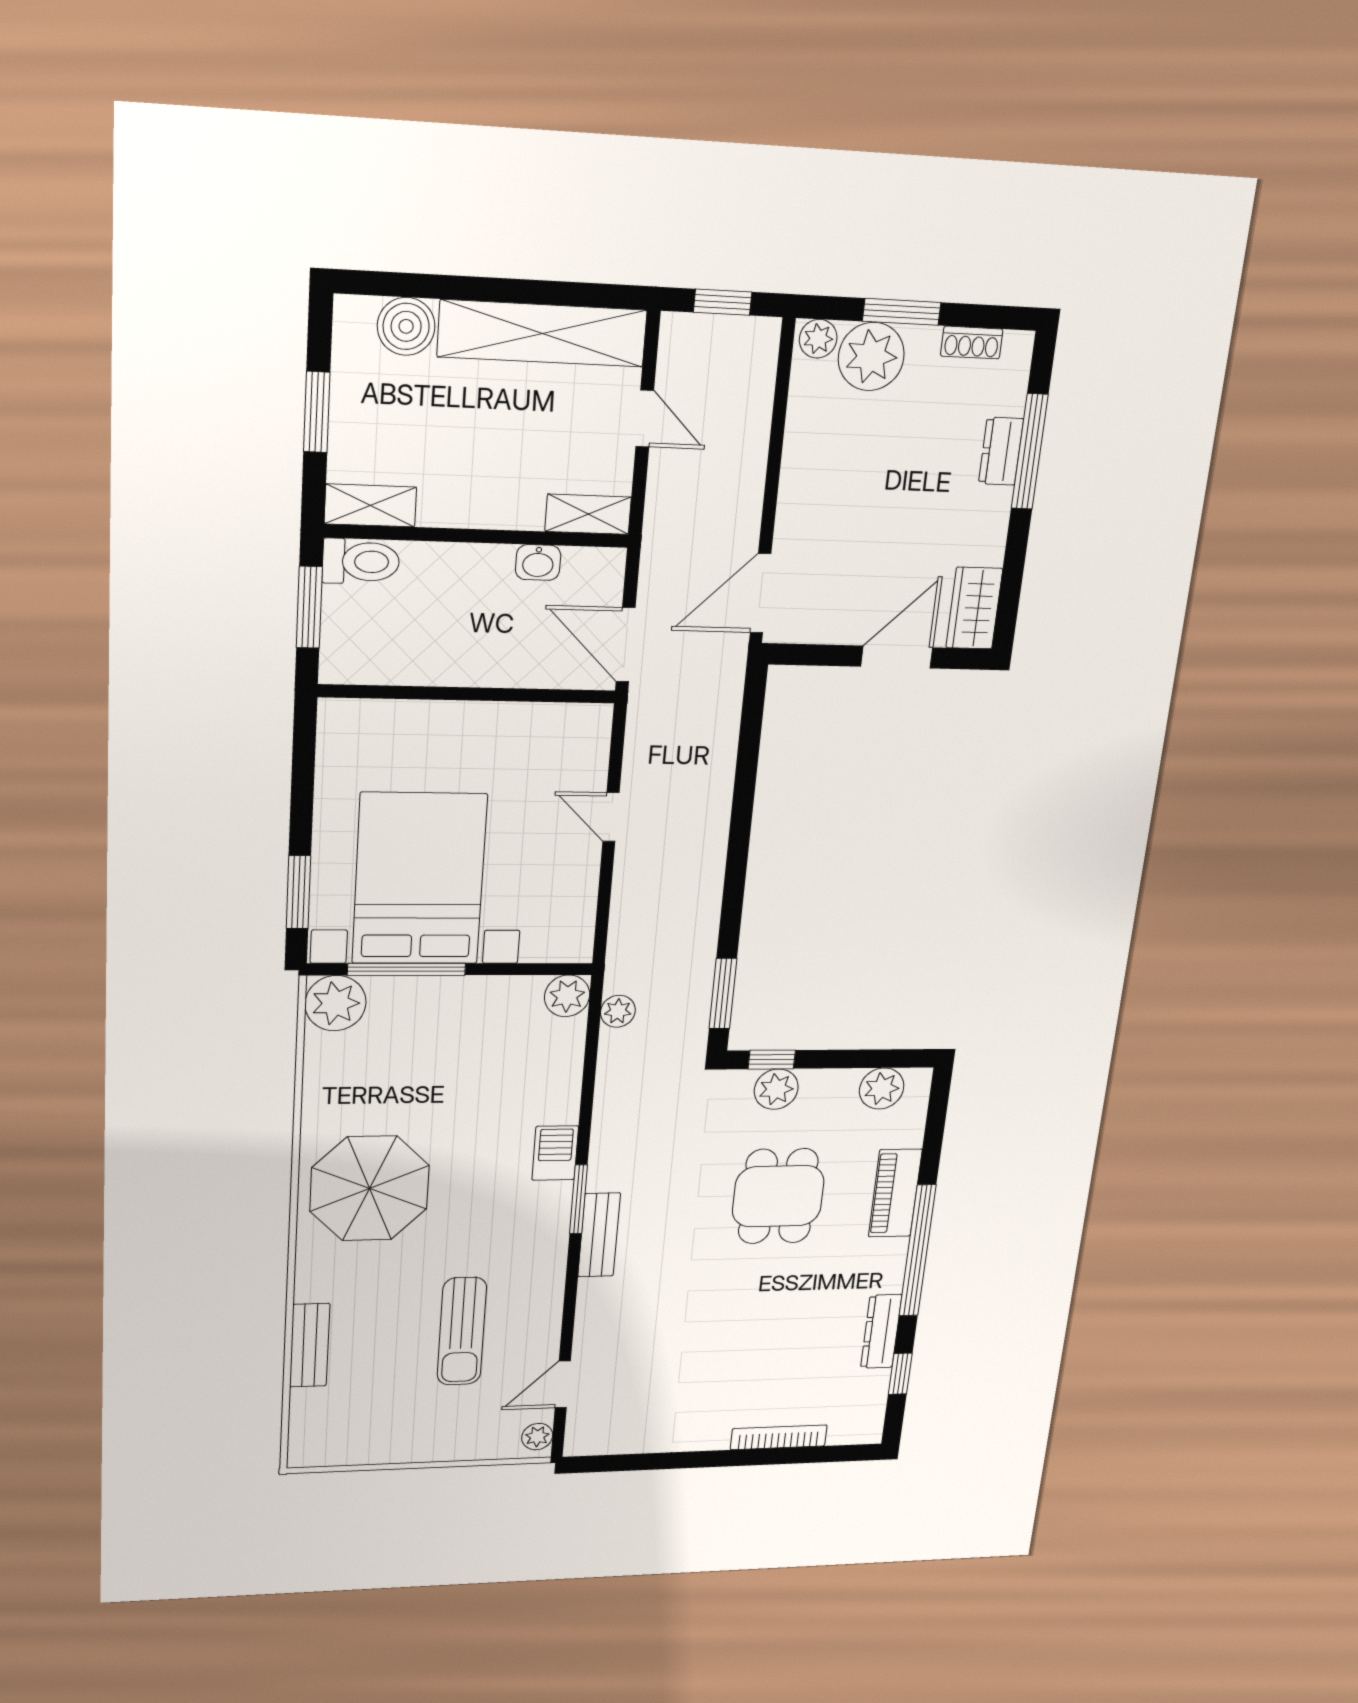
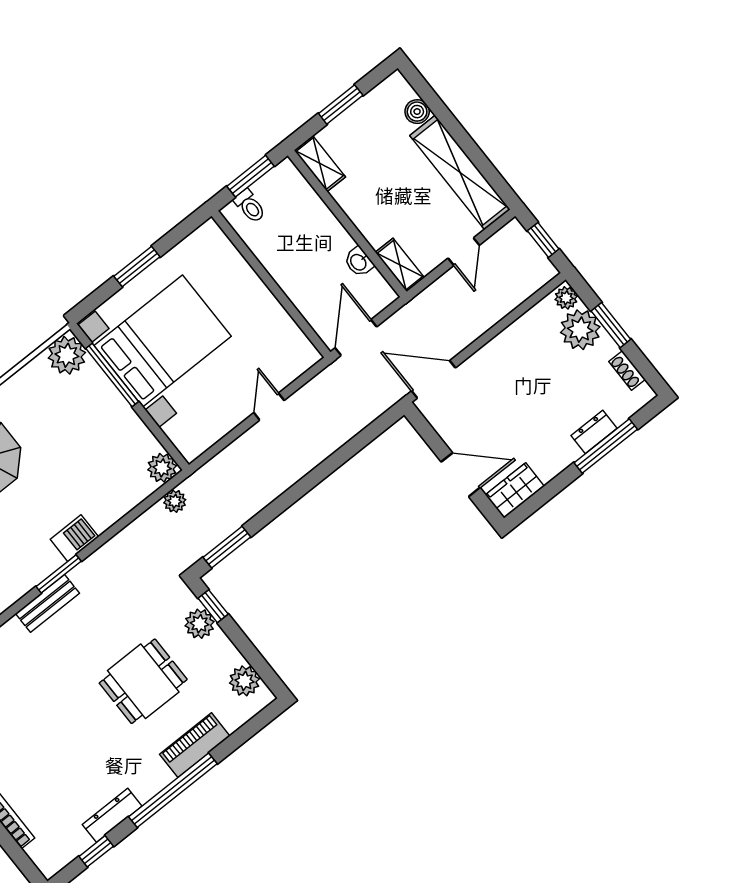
boiler: (406, 326) -> (417, 112), width x0.73, depth x0.73
toilet: (361, 562) -> (250, 206), moved, width x0.73, depth x0.72
window: (298, 892) -> (137, 267), moved

